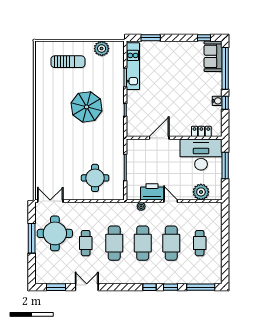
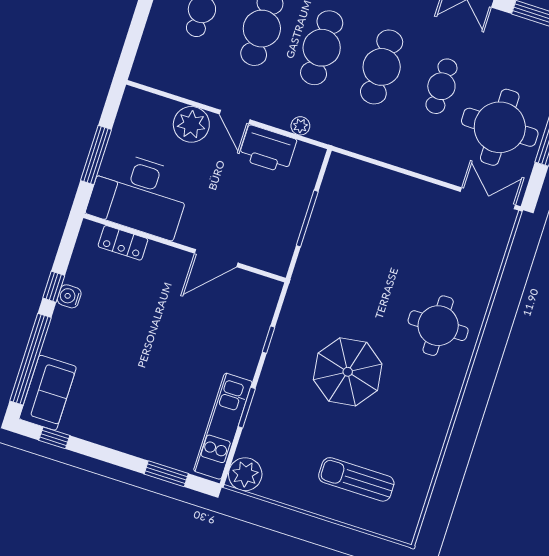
plant: (102, 49) -> (245, 474), moved
round table: (95, 178) -> (438, 326), moved
plant: (201, 192) -> (191, 124), moved
double door: (50, 201) -> (488, 198), swing flipped

